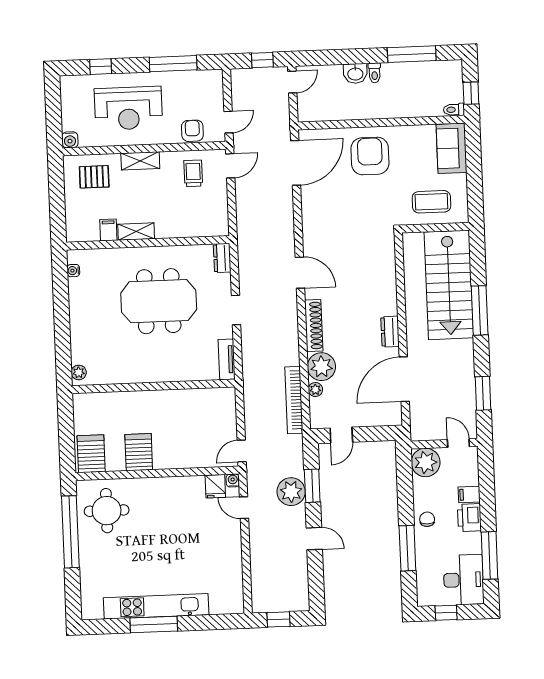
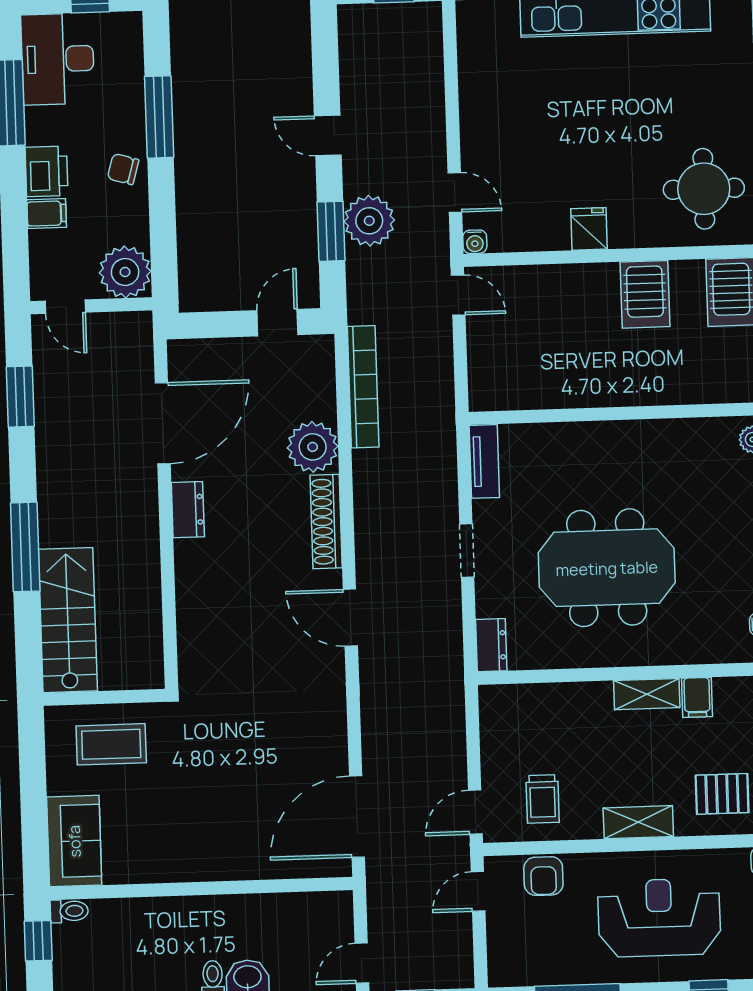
armchair: (370, 156) -> (222, 828), removed
stairs: (449, 285) -> (68, 620), width x0.73, depth x0.66
plant: (315, 390) -> (324, 406), removed
door: (242, 451) -> (458, 295), hinge flipped
fridge: (215, 486) -> (589, 229), moved
chair: (427, 519) -> (123, 169), turned 106

